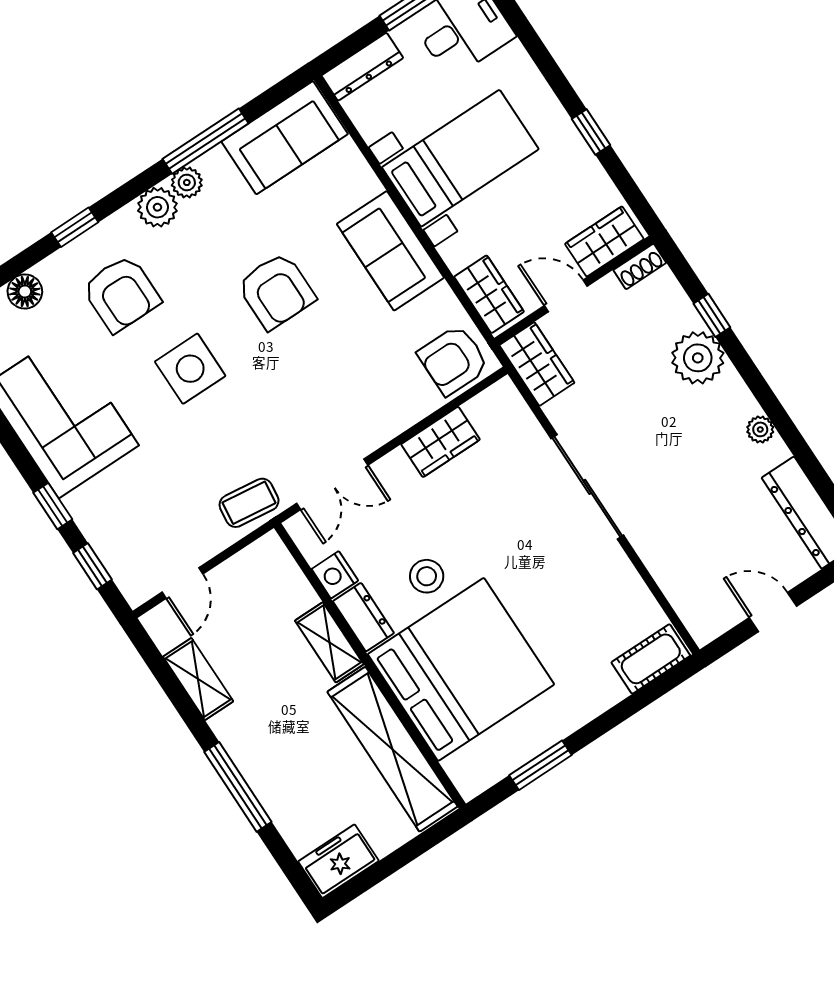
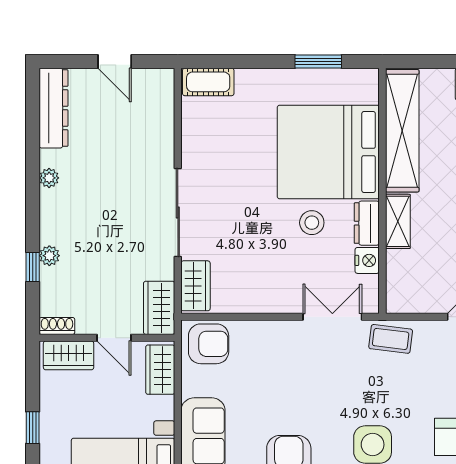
plant: (698, 358) -> (49, 256), width x0.53, depth x0.53
wardrobe: (441, 442) -> (195, 286), moved, turned 90

